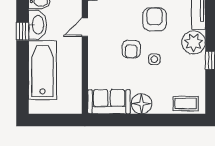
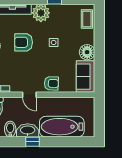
armchair: (131, 49) -> (51, 83), moved

